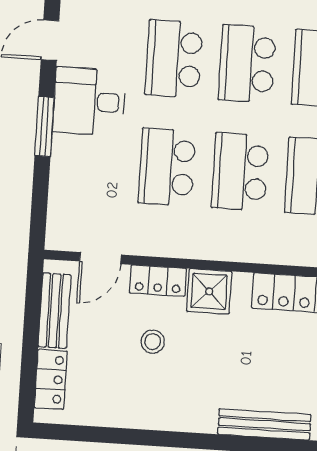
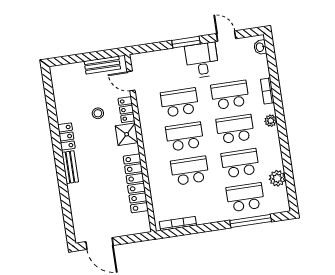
locker: (51, 379) -> (66, 137), moved, turned -90
bench: (264, 424) -> (70, 167), width x0.73

